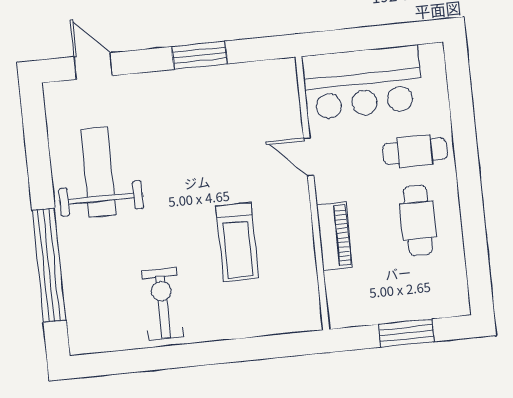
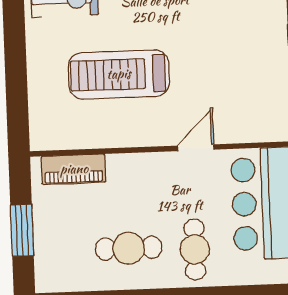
piano: (334, 236) -> (74, 169), moved
treadmill: (237, 242) -> (119, 74), width x1.37, depth x1.38

